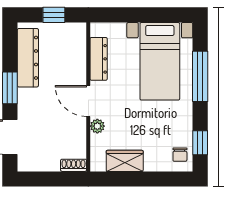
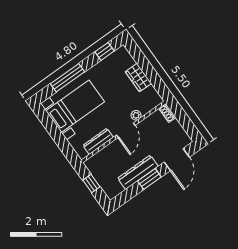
dresser: (28, 58) -> (138, 172), moved
chair: (180, 155) -> (119, 58), removed
wardrobe: (125, 161) -> (138, 78), moved

